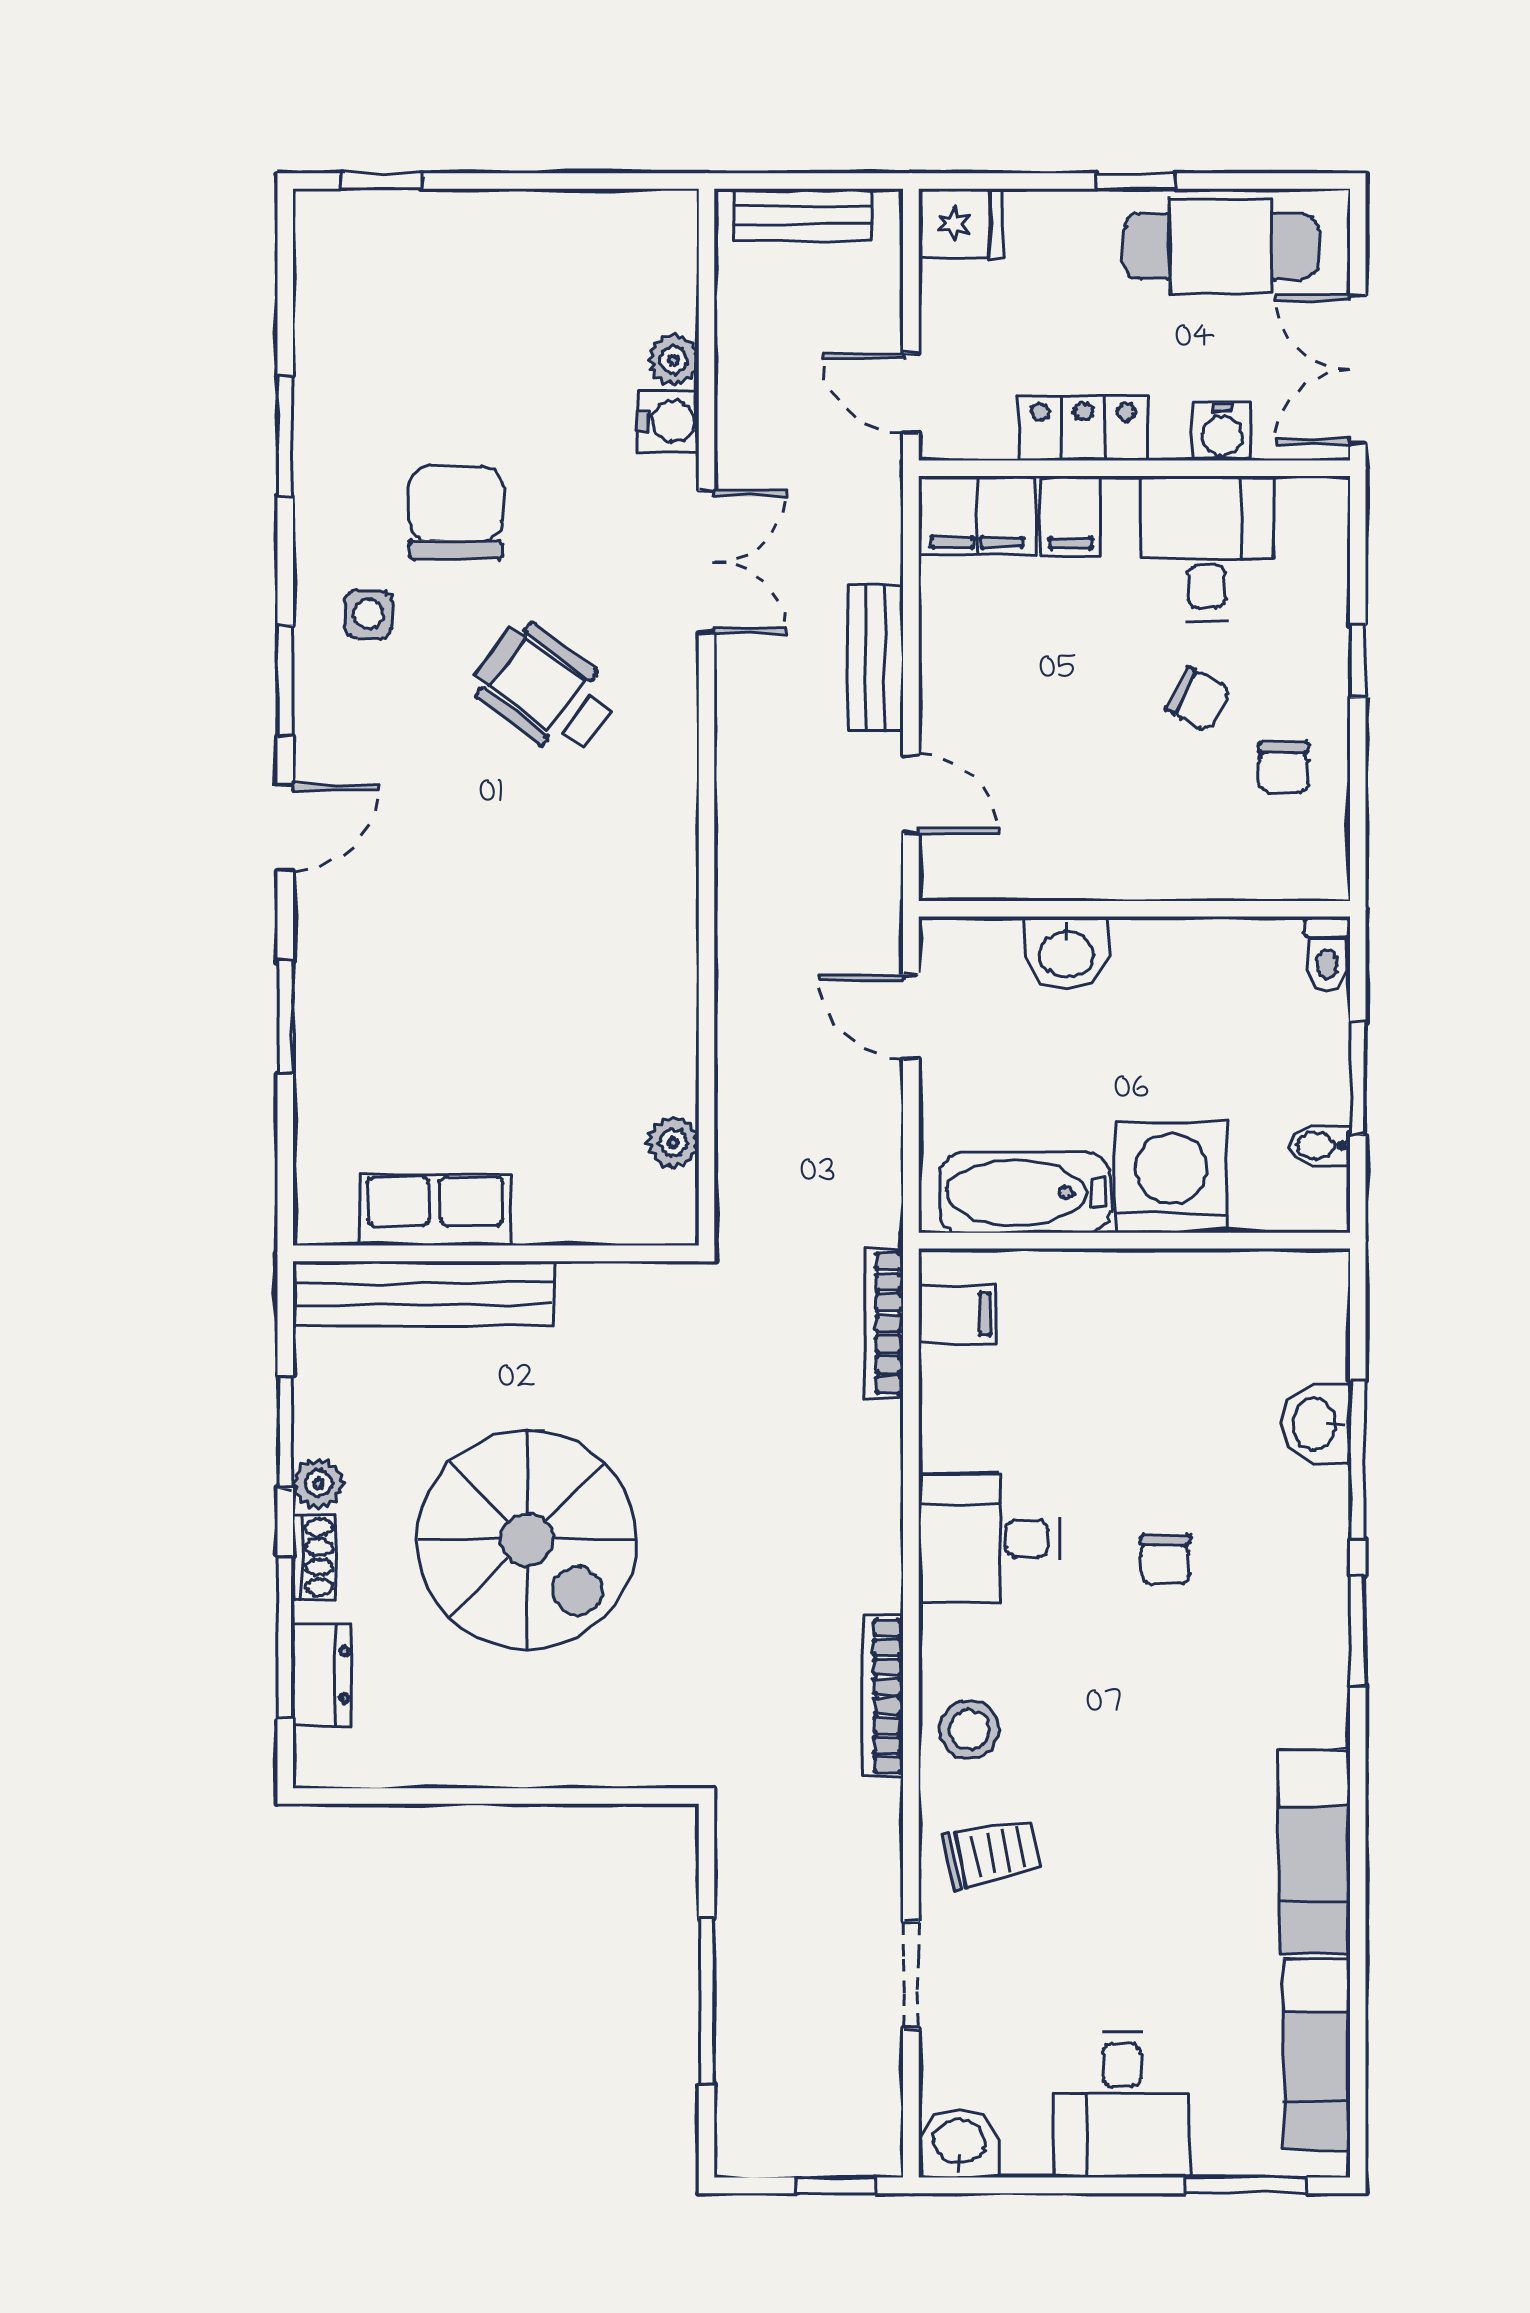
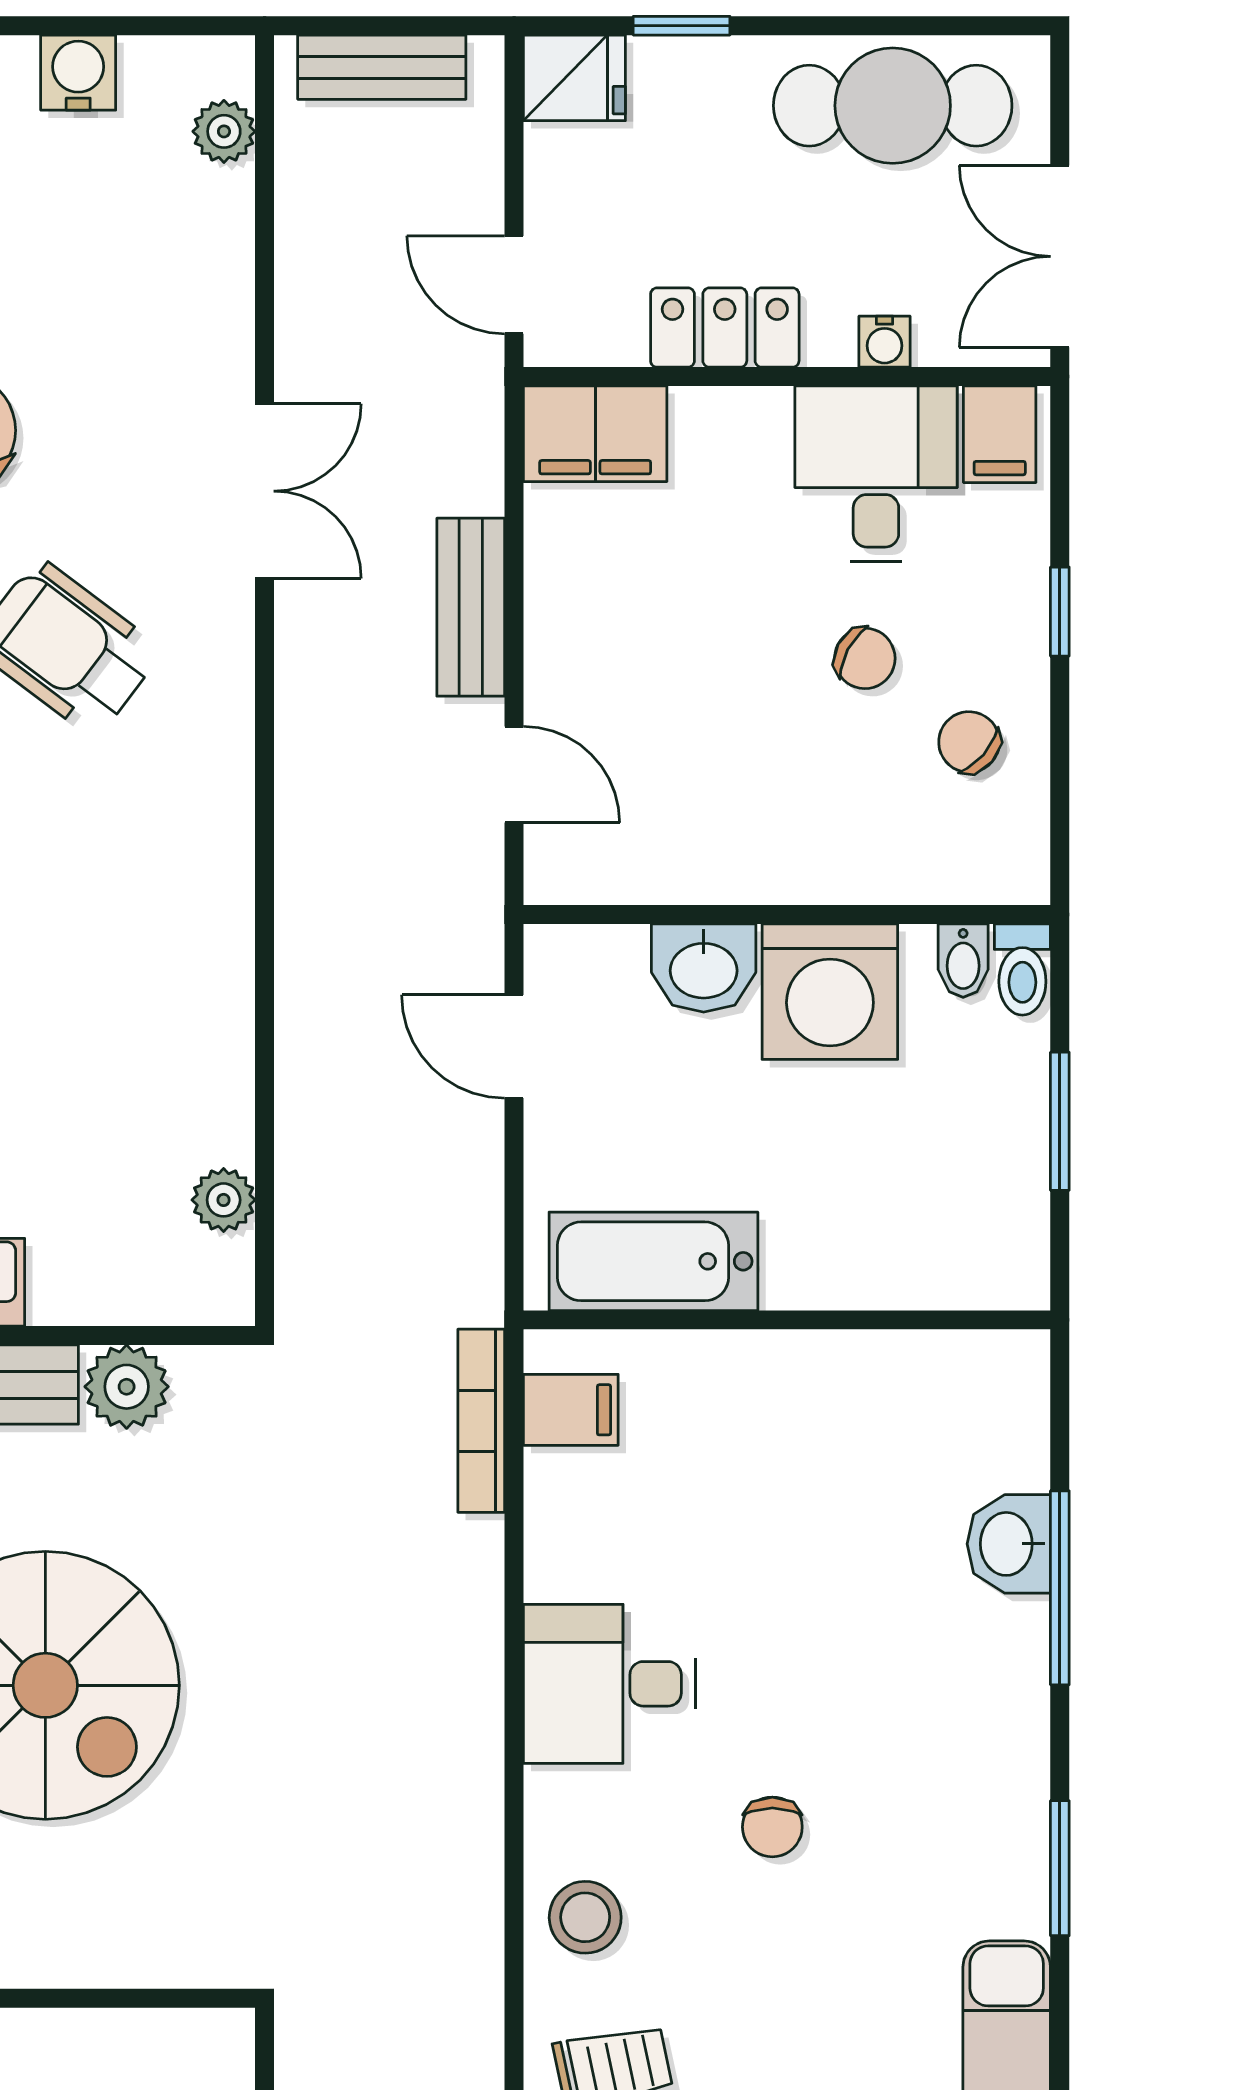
window: (1136, 181) -> (682, 26), moved
plant: (673, 360) -> (224, 131), moved
water cooler: (668, 421) -> (78, 73), moved, turned -90
water cooler: (1222, 432) -> (885, 342), width x0.72, depth x0.72
filing cabinet: (1071, 515) -> (1000, 434), moved
chair: (1283, 767) -> (969, 742), turned 131
bidet: (1320, 1146) -> (963, 961), moved, turned -90
washing machine: (1171, 1177) -> (830, 992), moved, turned 180
plant: (594, 1295) -> (127, 1387), added
chair: (1165, 1560) -> (772, 1827), moved
window: (1358, 1631) -> (1060, 1868), moved
bookcase: (882, 1696) -> (479, 1876), removed

